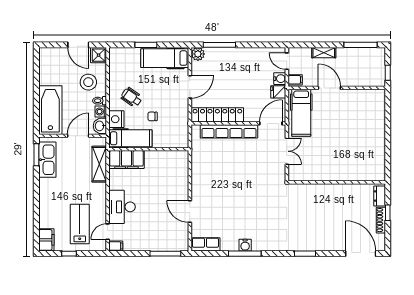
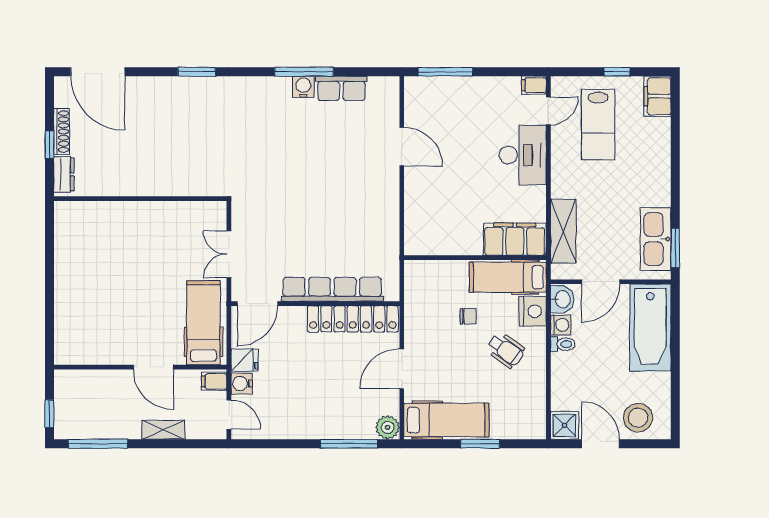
window: (388, 73) -> (49, 414), moved
stool: (88, 82) -> (638, 418), moved
row of seats: (205, 244) -> (341, 88), moved

